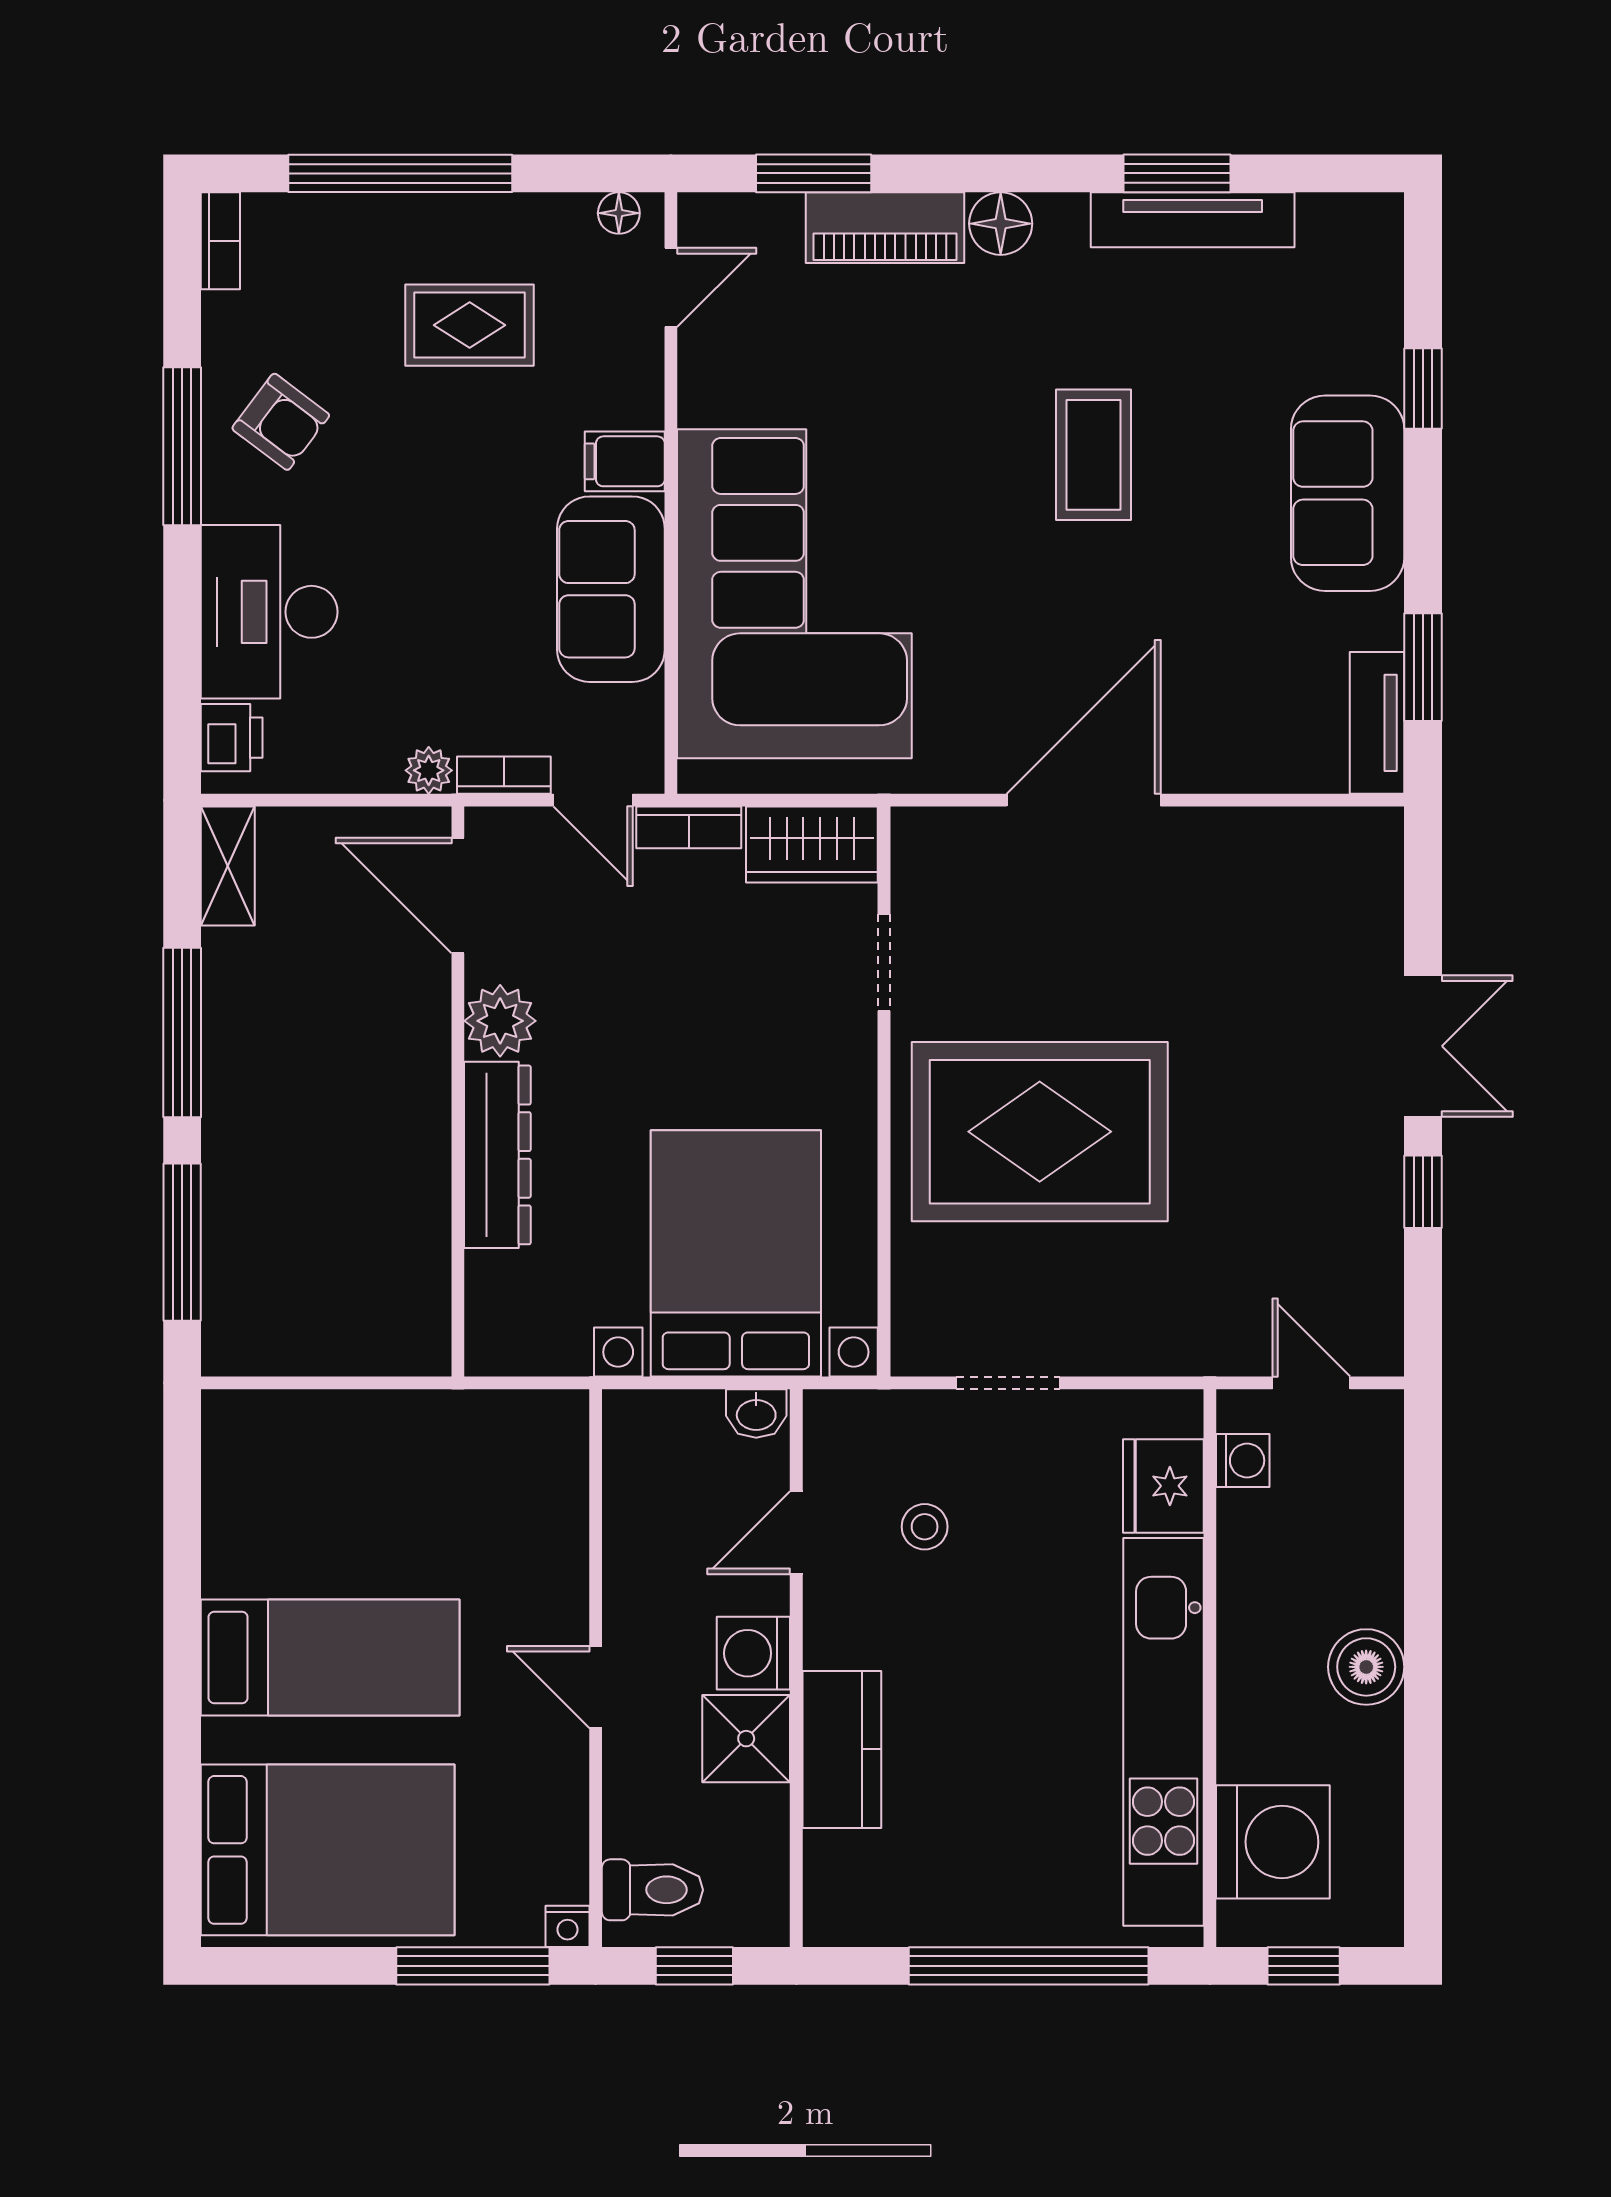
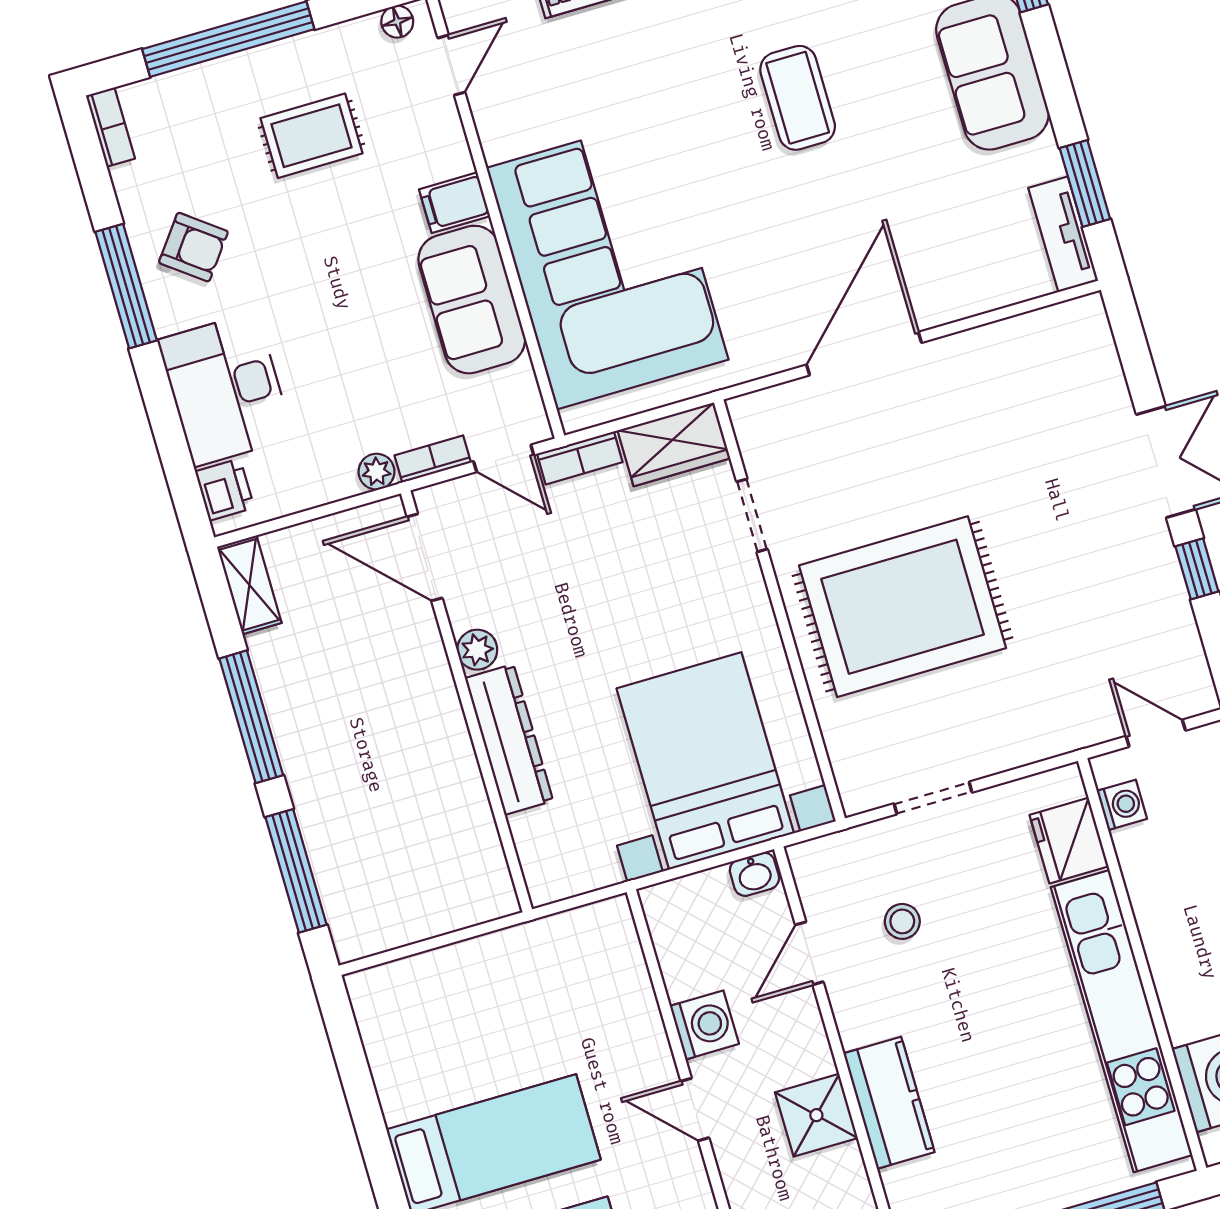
plant: (500, 1021) -> (477, 650), width x0.73, depth x0.73
washing machine: (753, 1653) -> (704, 1025), moved, turned 180

